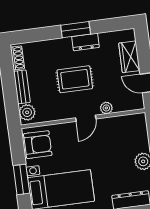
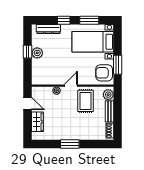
dresser: (86, 42) -> (64, 135), removed
rug: (75, 79) -> (85, 101), moved, turned 90
window: (21, 179) -> (118, 65), moved

